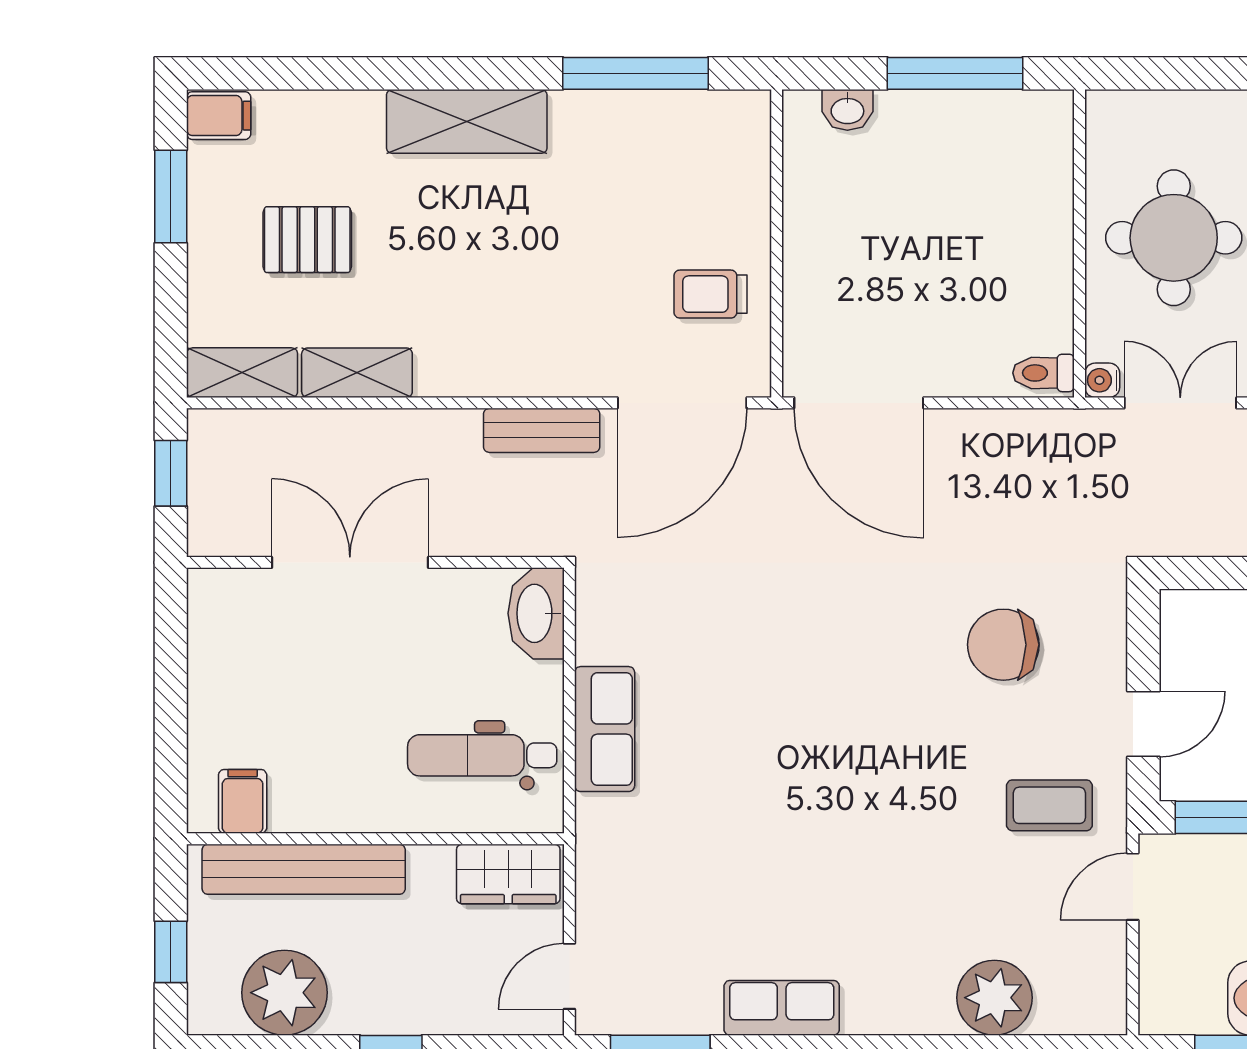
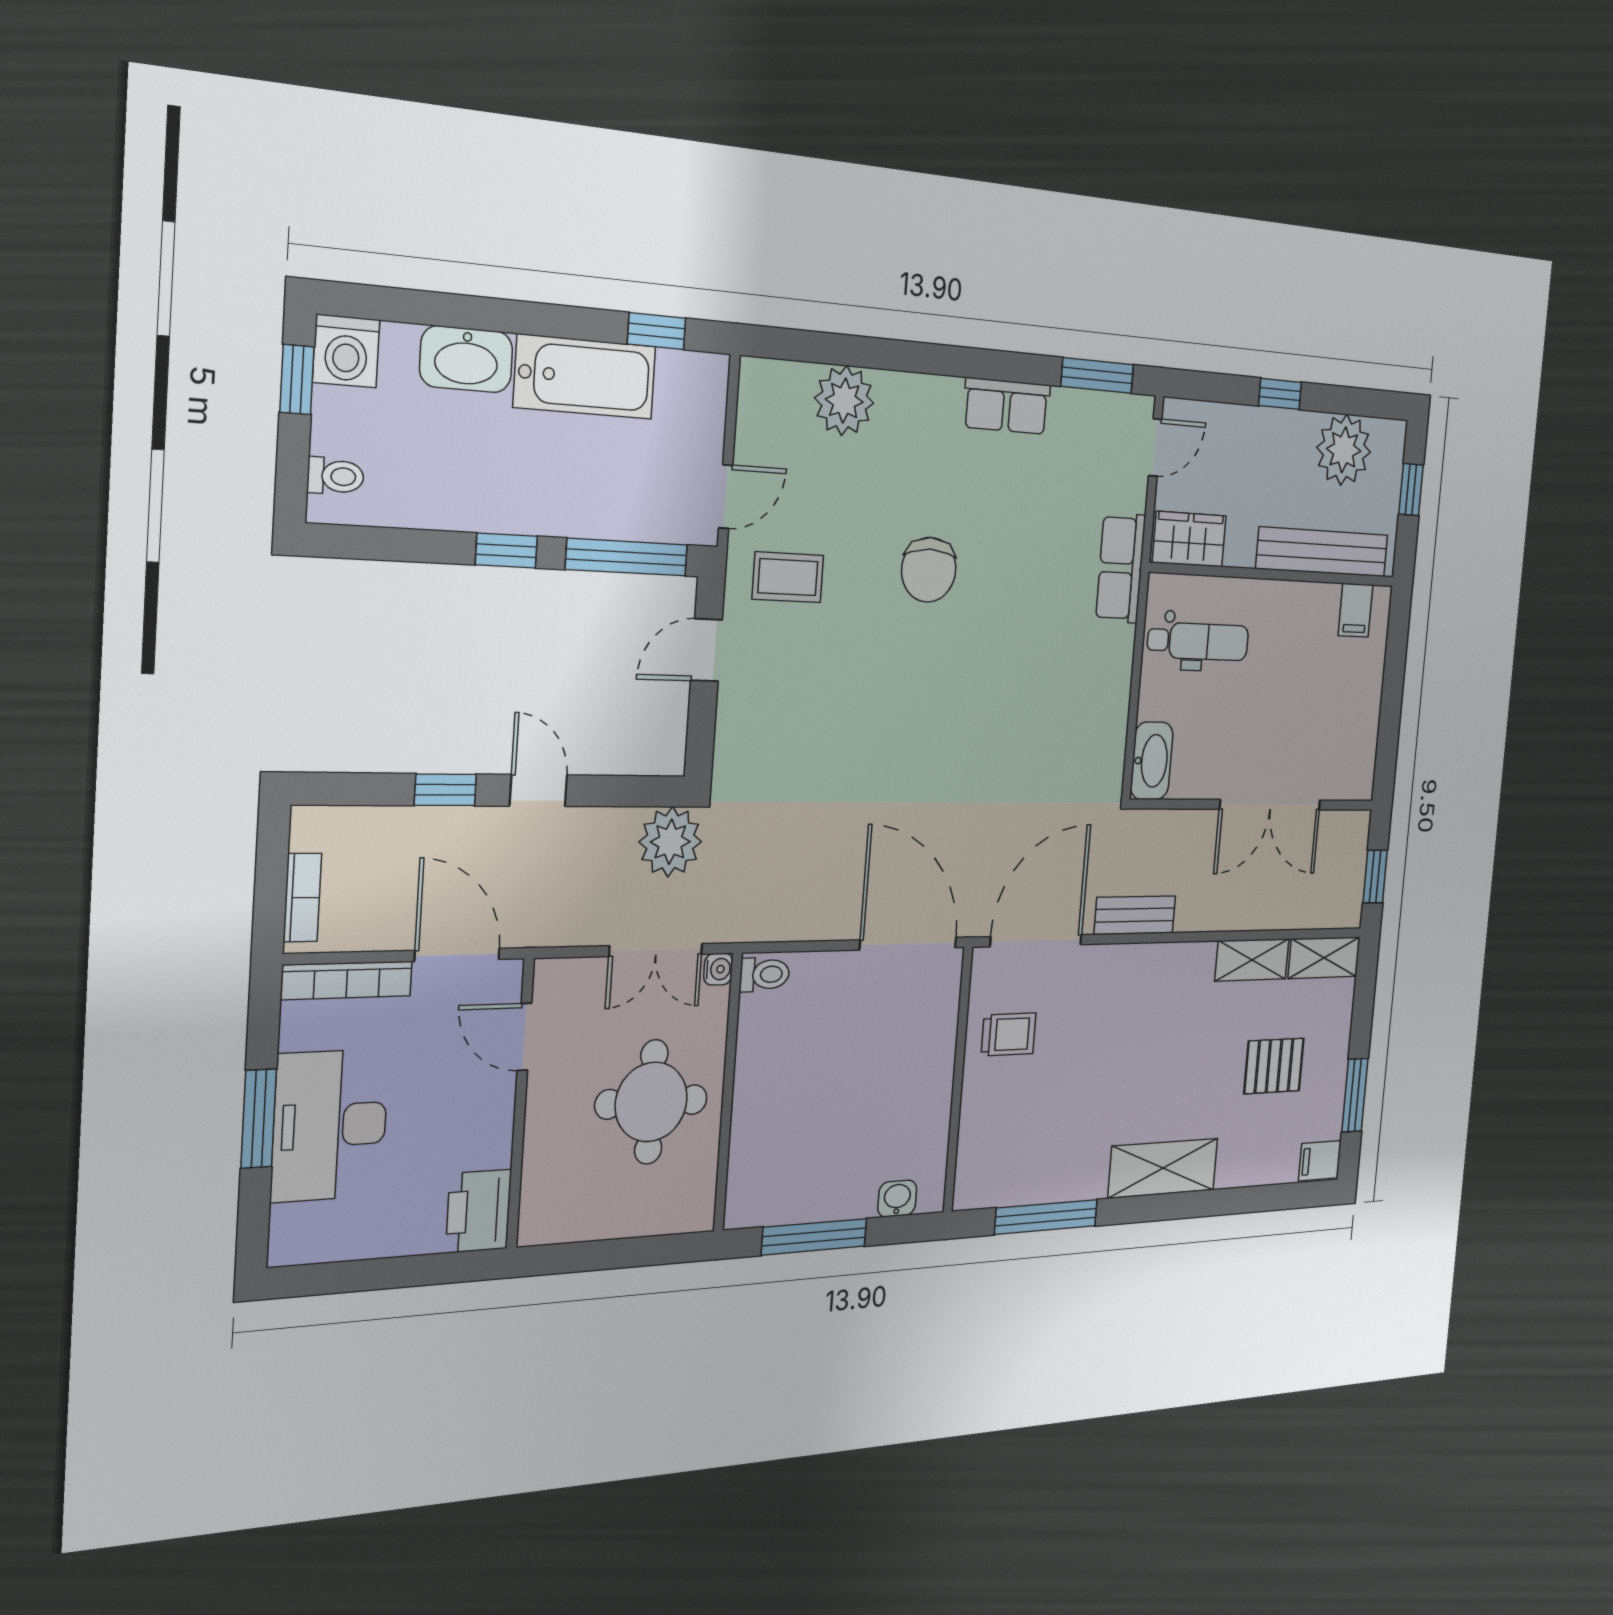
plant: (1172, 519) -> (670, 842), added
chair: (1003, 645) -> (929, 570), moved, turned 90
row of seats: (605, 729) -> (1121, 568), moved

